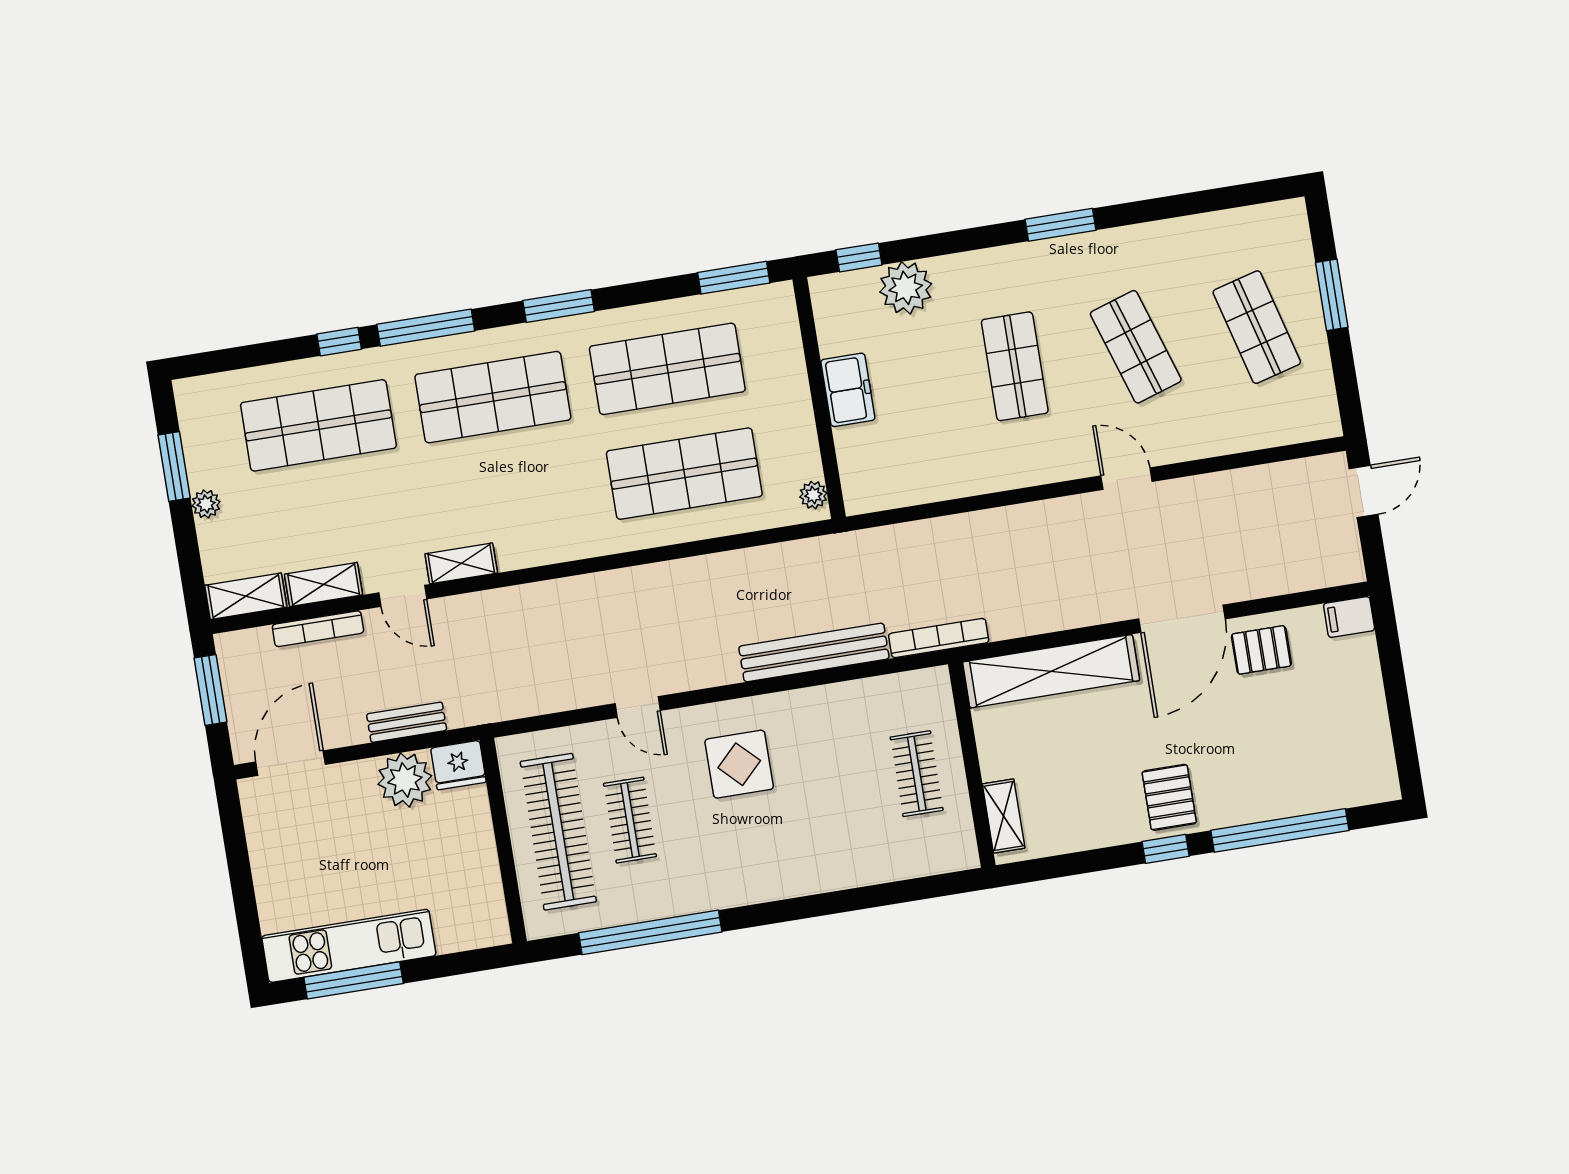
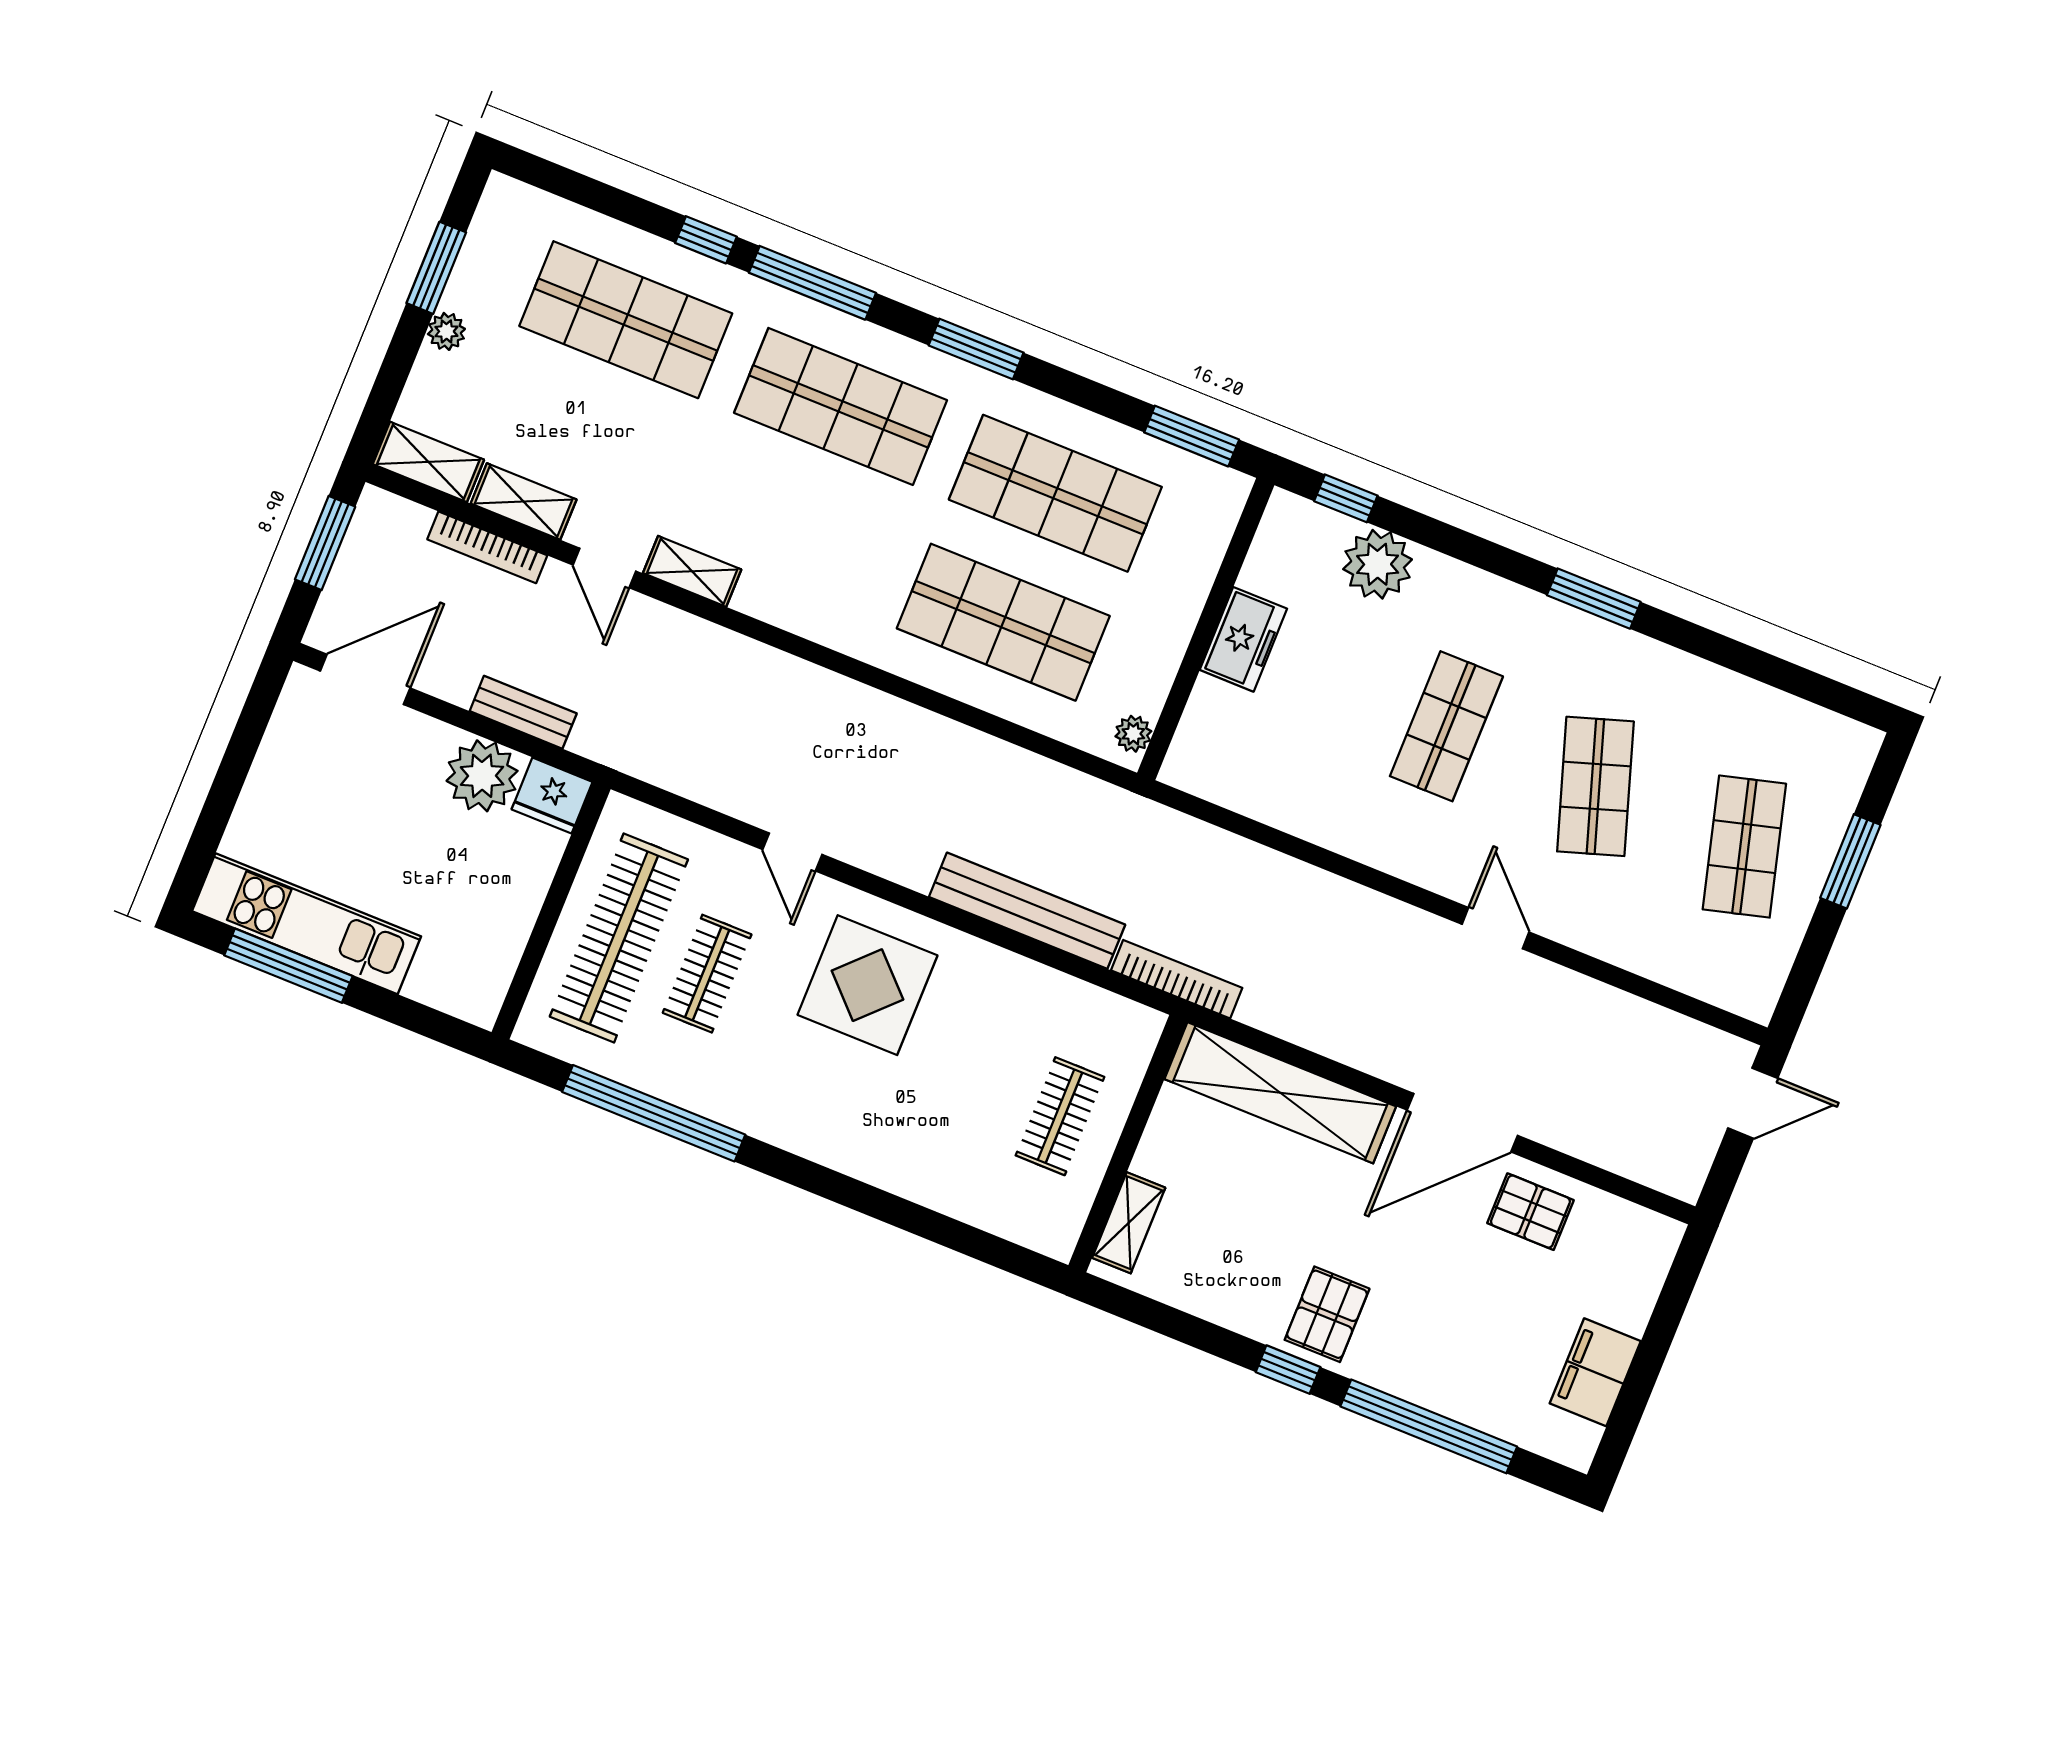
filing cabinet: (1349, 617) -> (1595, 1372), moved, width x2.00
display table: (739, 764) -> (867, 985), width x1.36, depth x1.36

